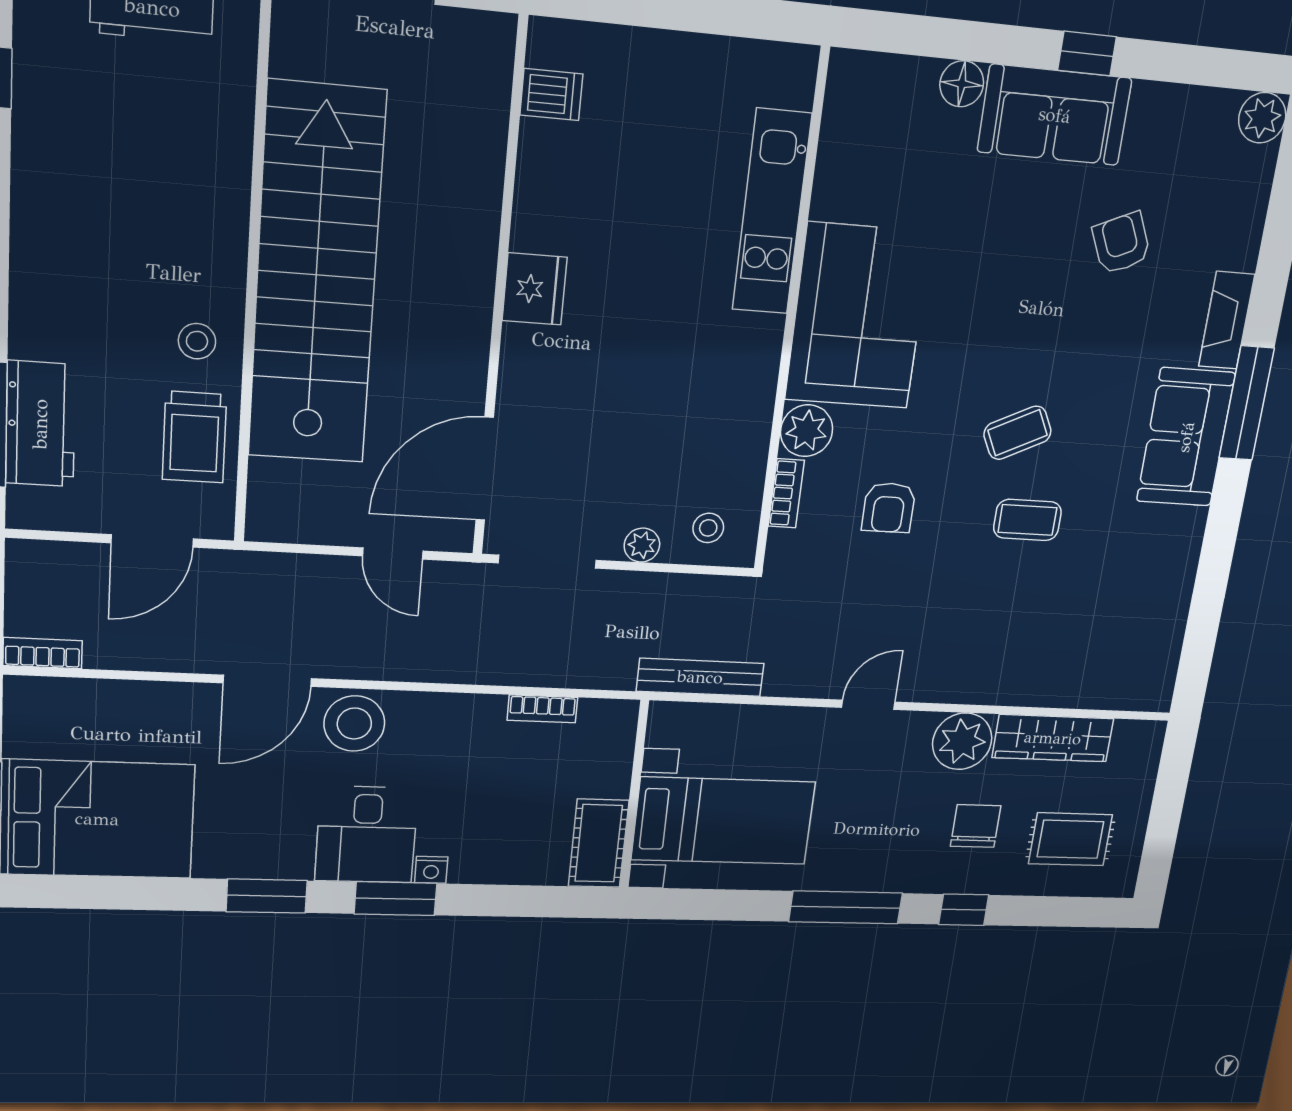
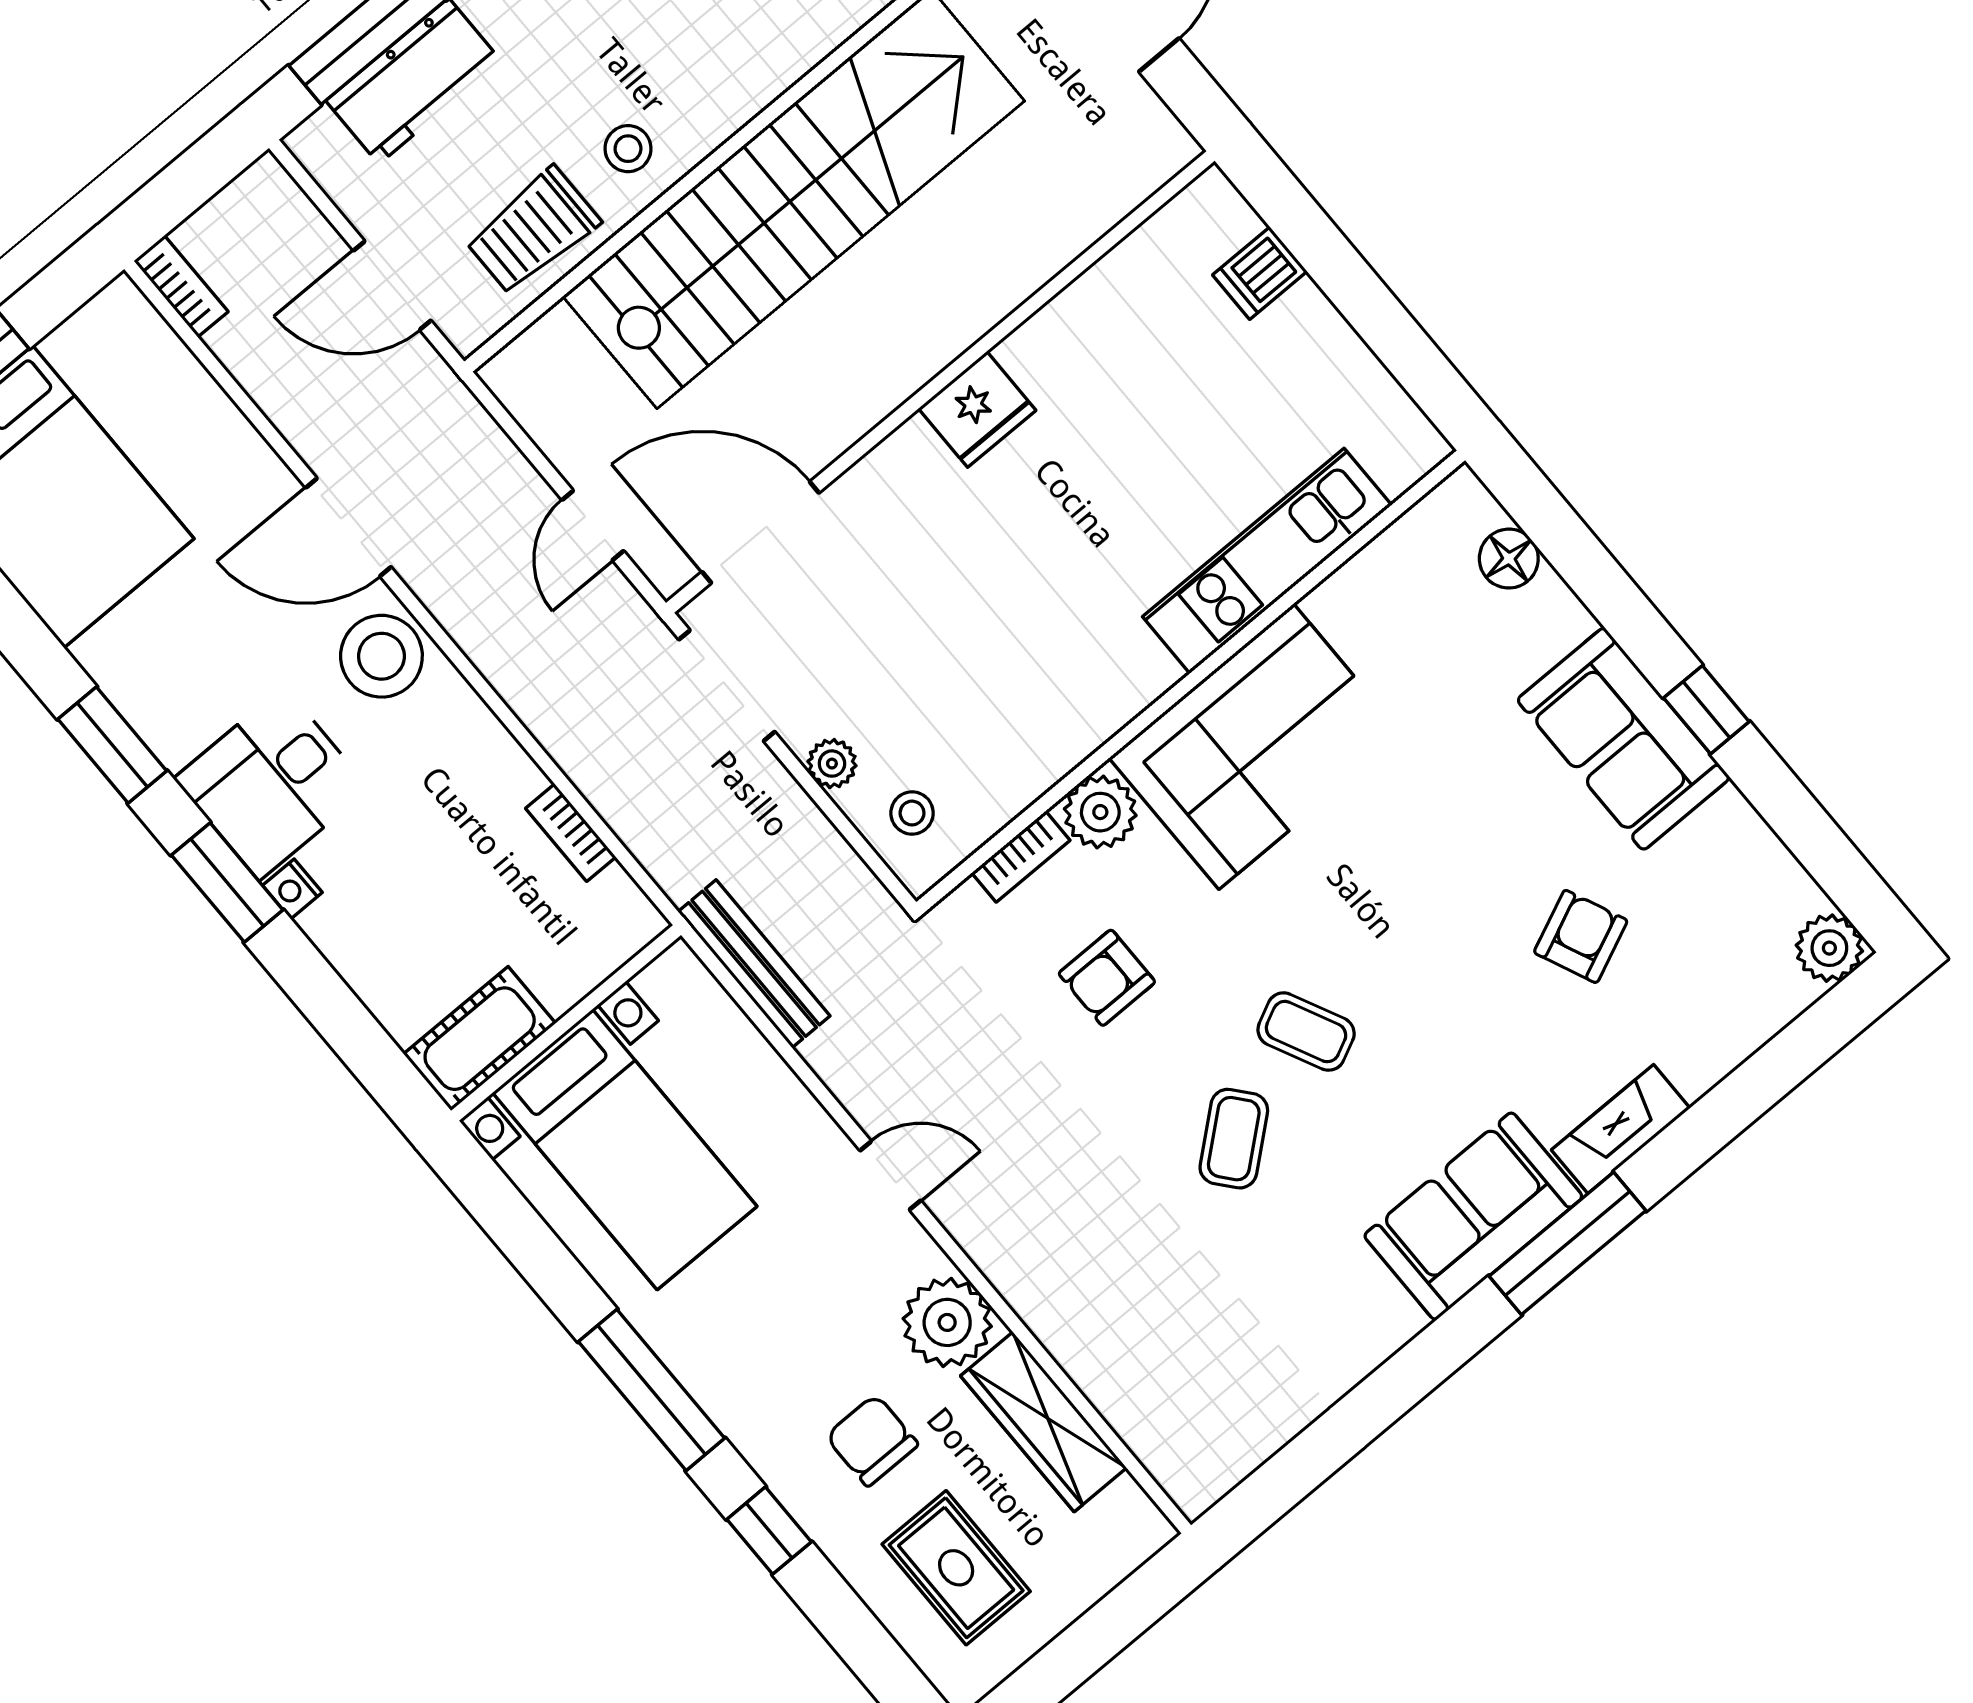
floor lamp: (962, 84) -> (1509, 559), moved
dishwasher: (551, 95) -> (1260, 273), moved, turned 90
coffee table: (1027, 520) -> (1234, 1139), turned 50
chair: (976, 826) -> (872, 1440), turned -90

